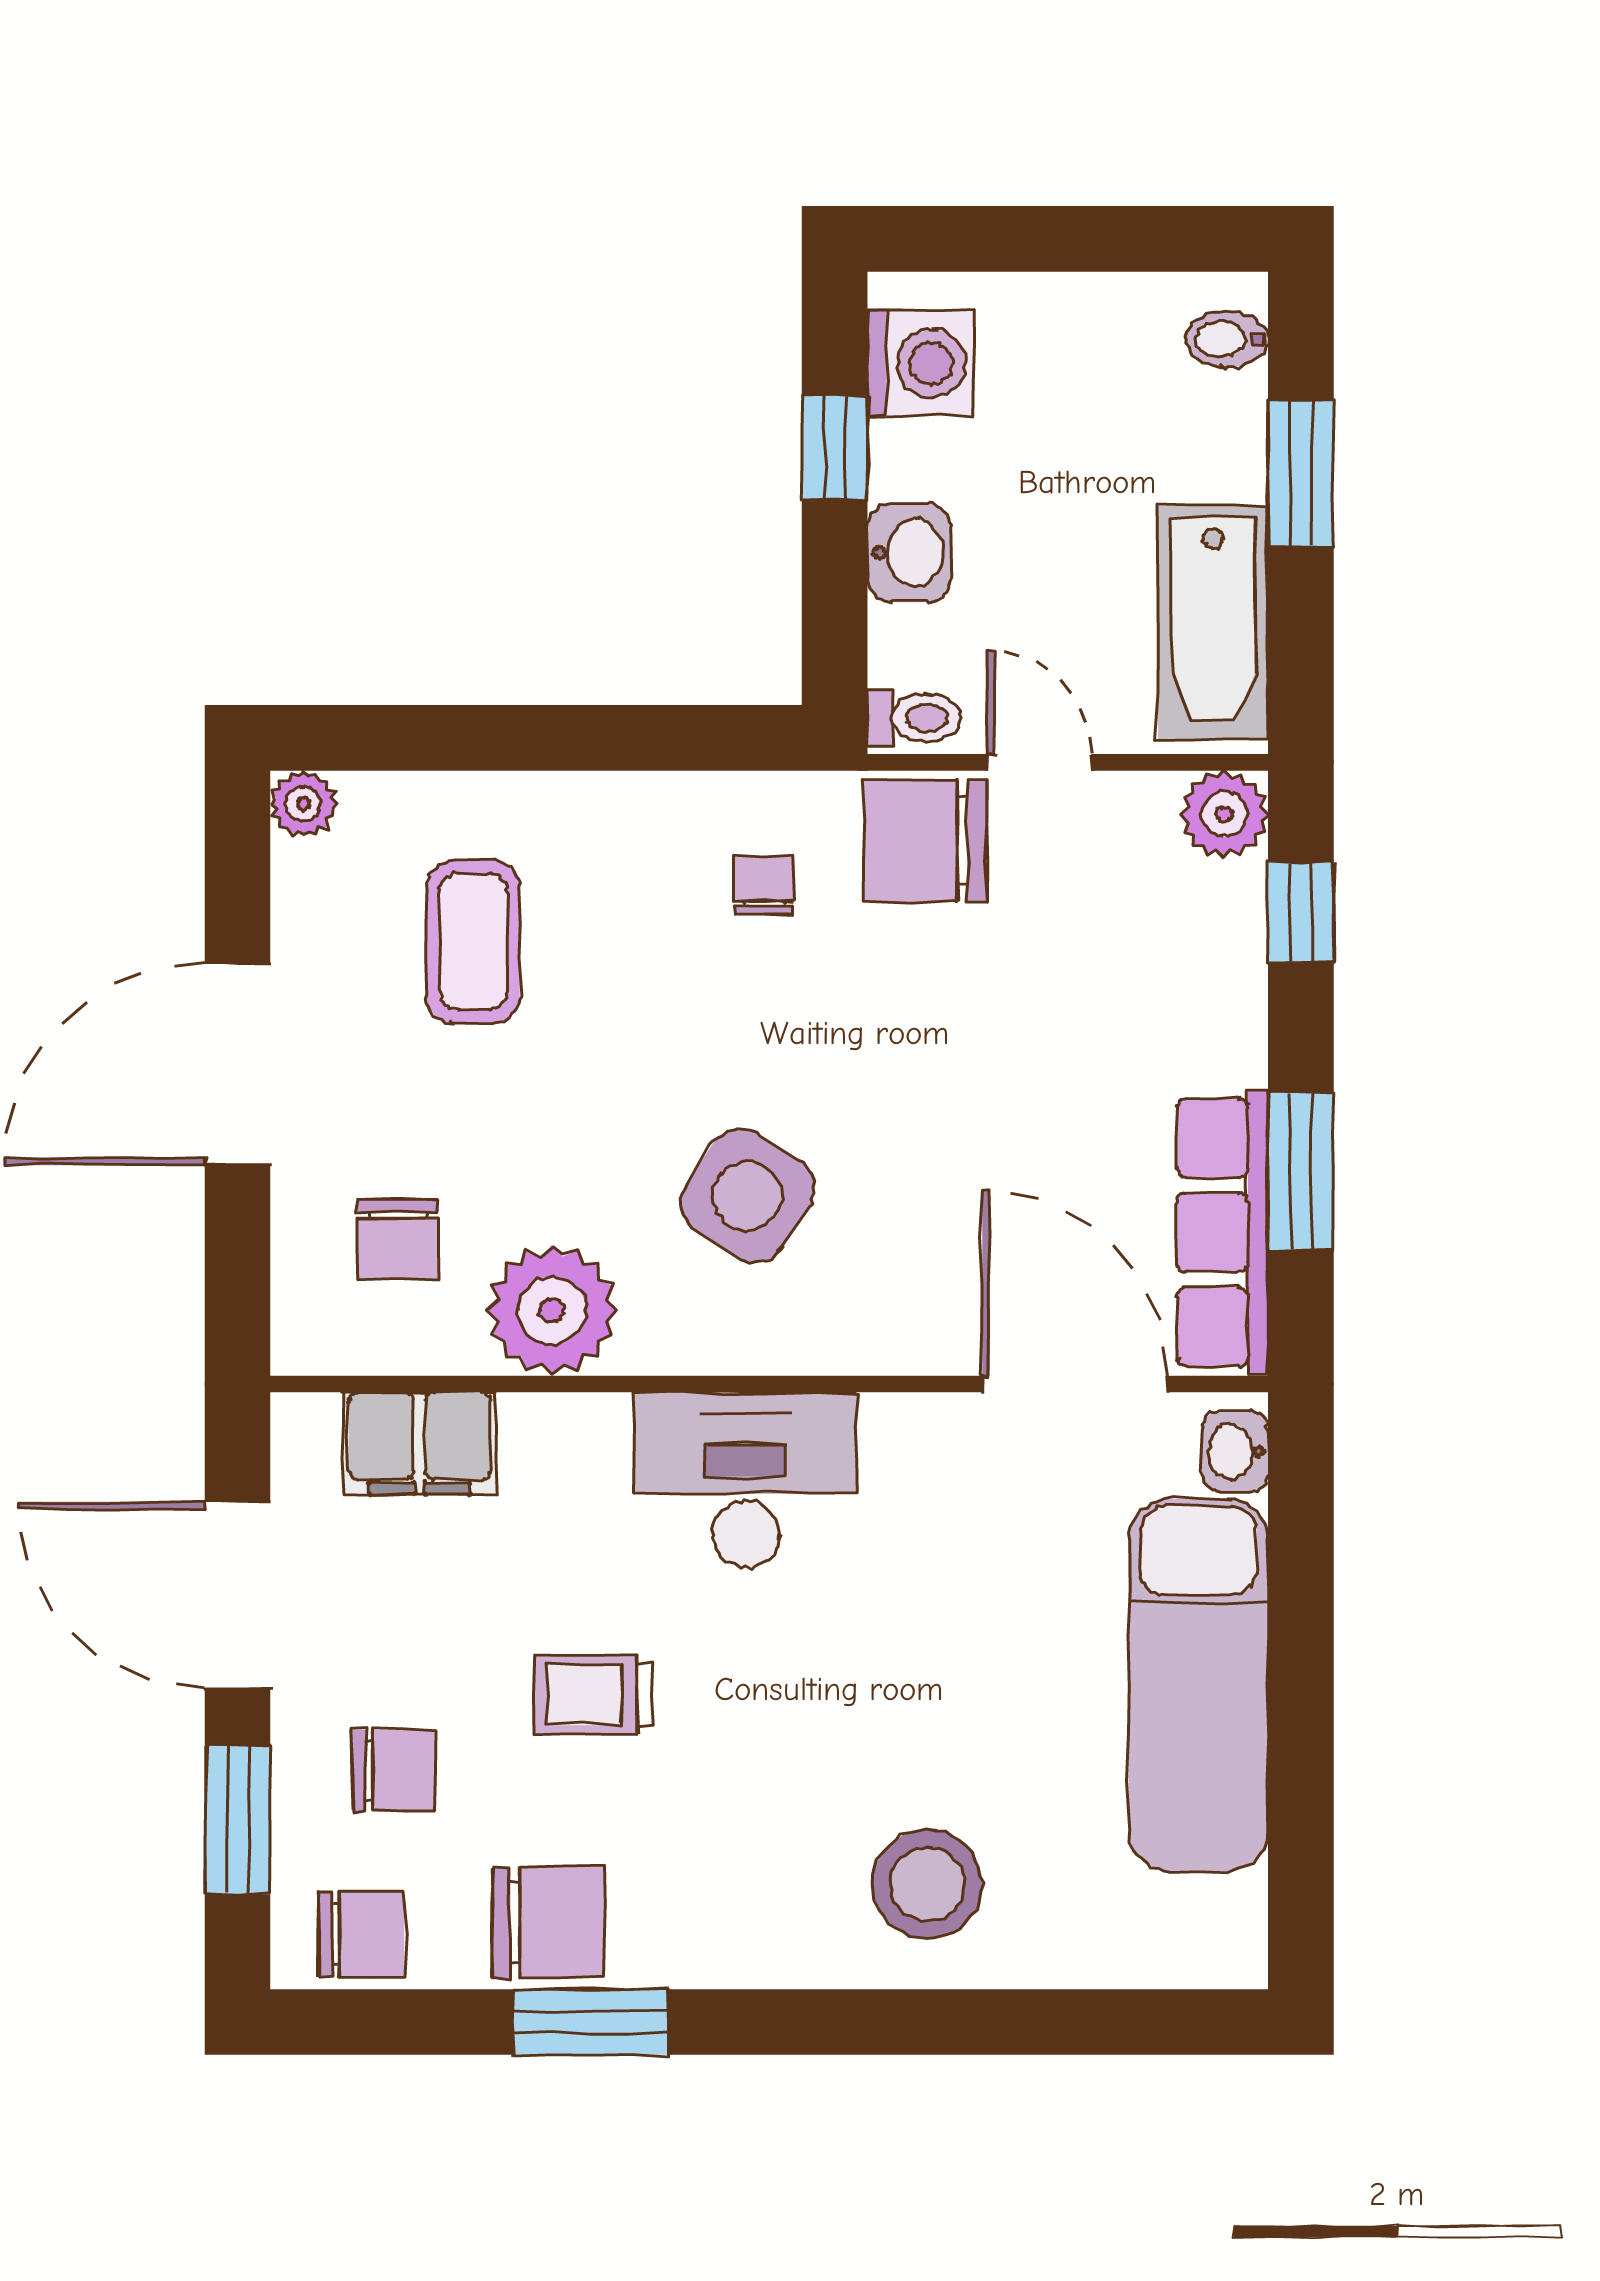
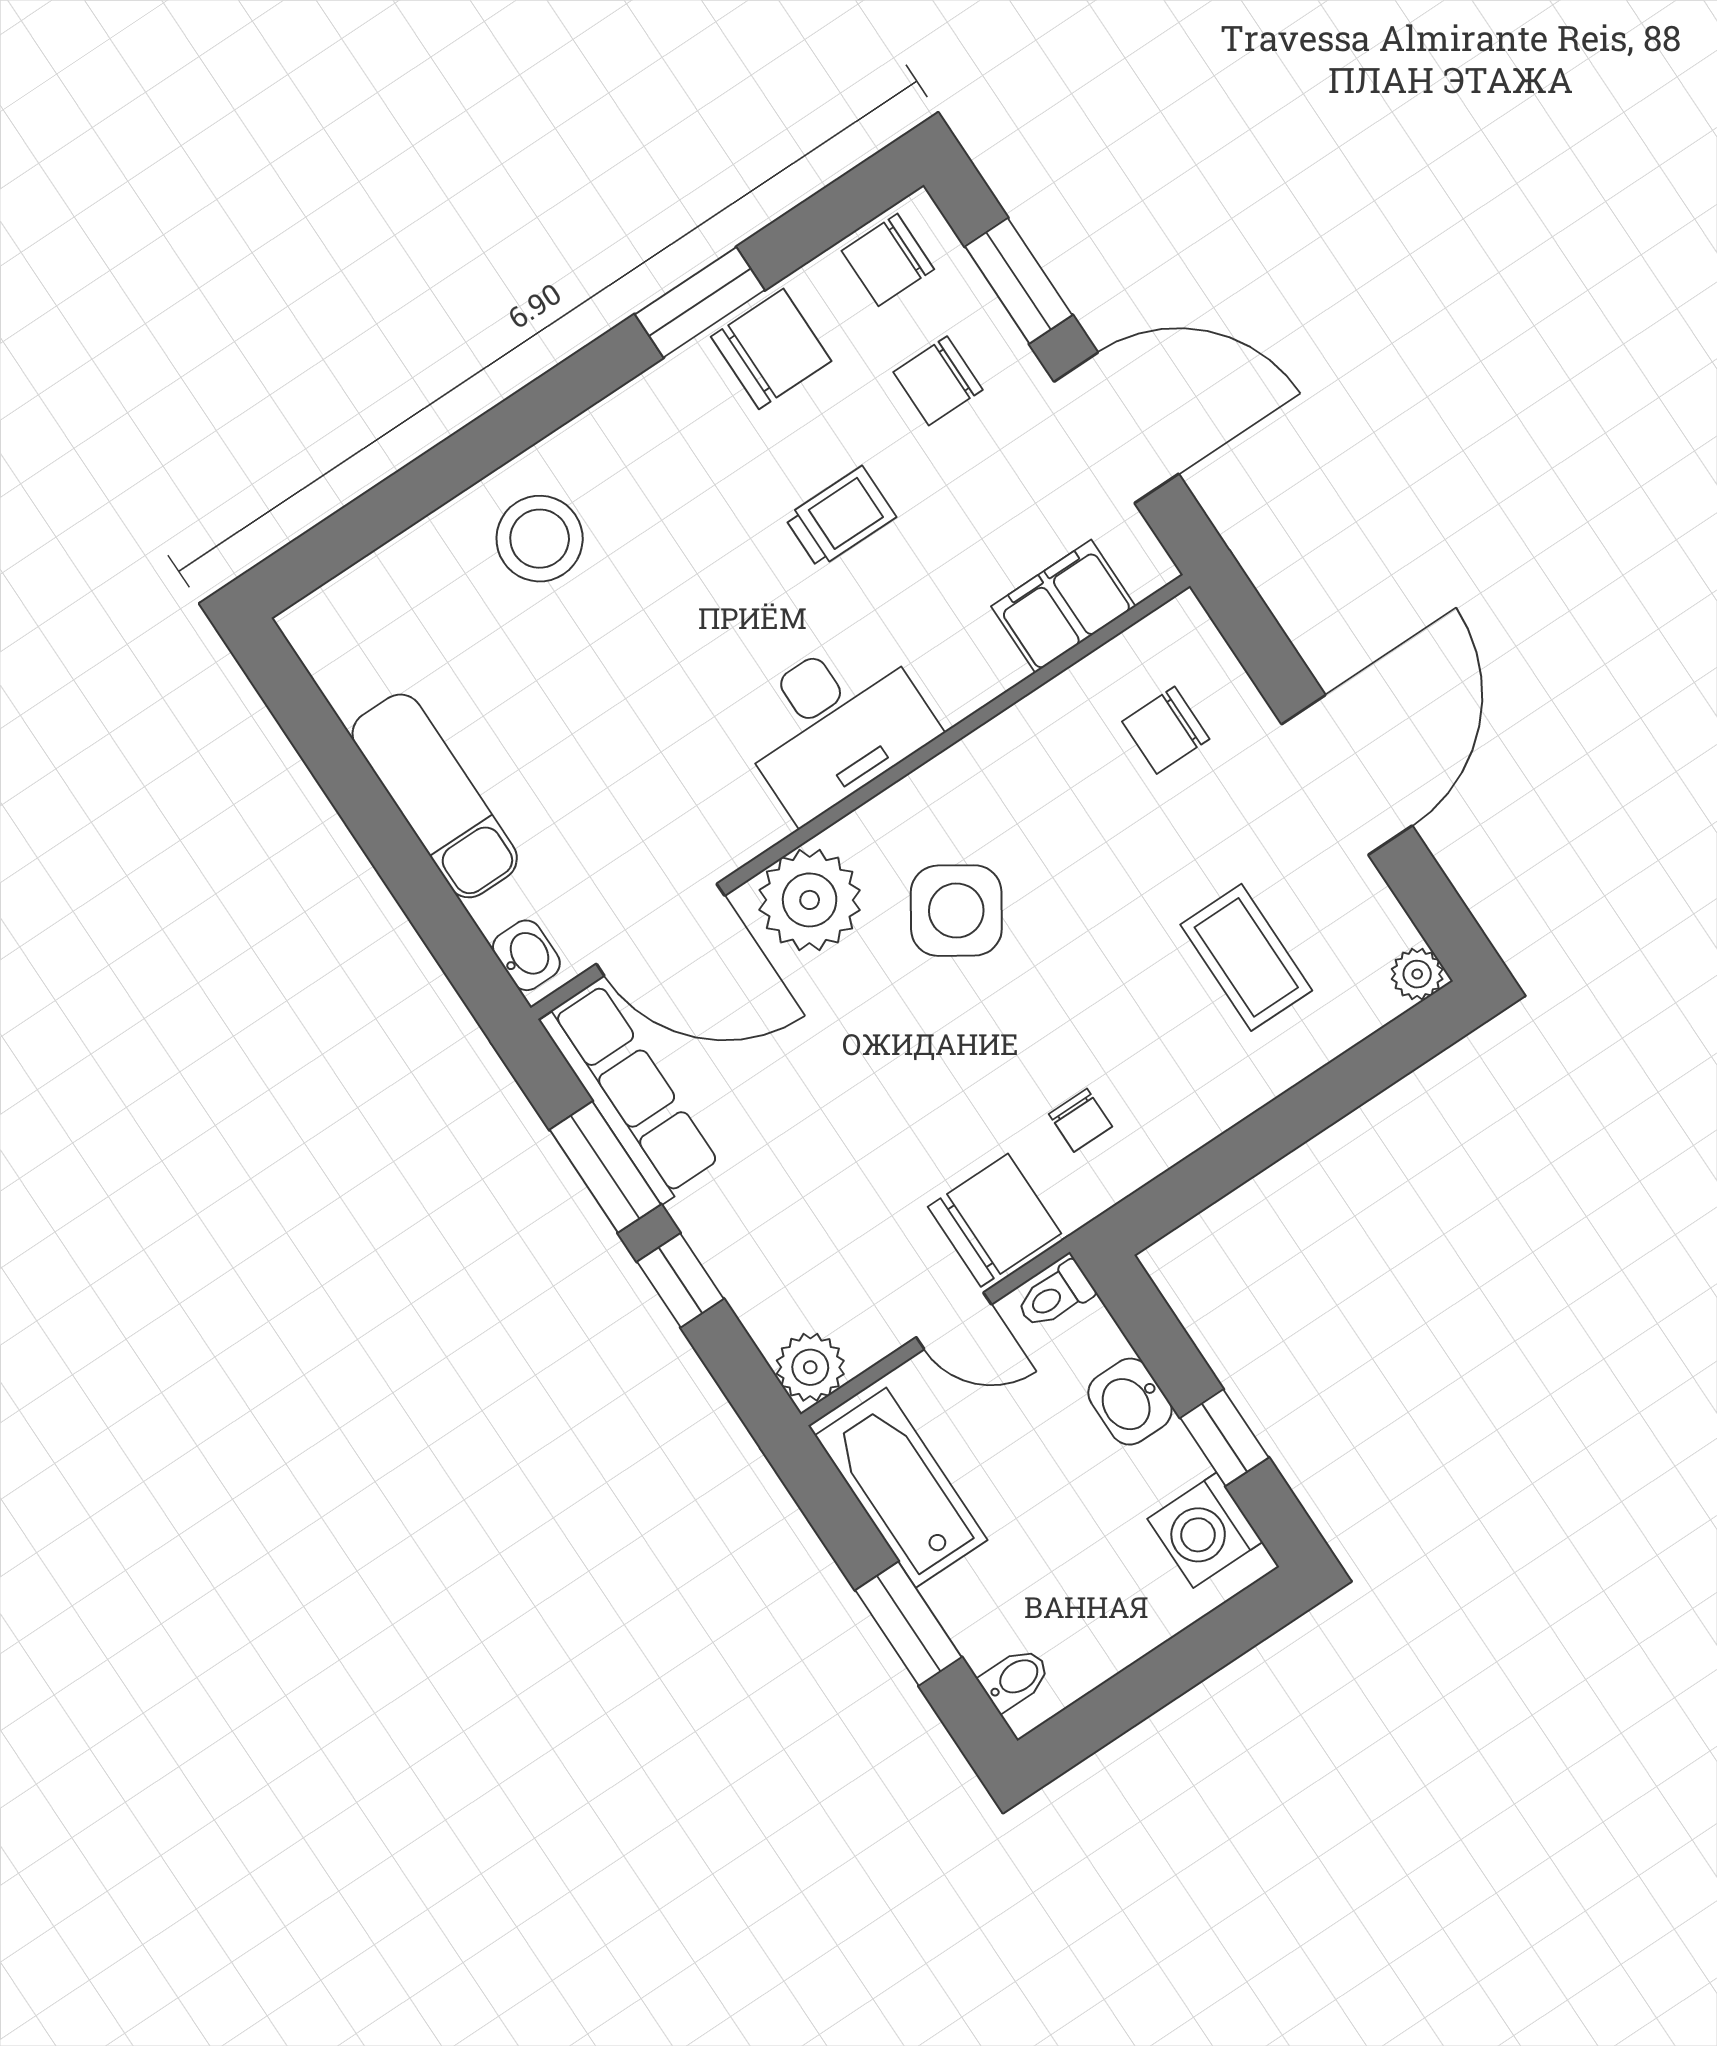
window: (1301, 913) -> (680, 1280), moved
chair: (398, 1240) -> (1166, 730), turned -90
plant: (552, 1310) -> (810, 900), moved
exam couch: (1198, 1685) -> (435, 796), width x0.73, depth x0.69
chair: (548, 1922) -> (771, 349), turned 180

